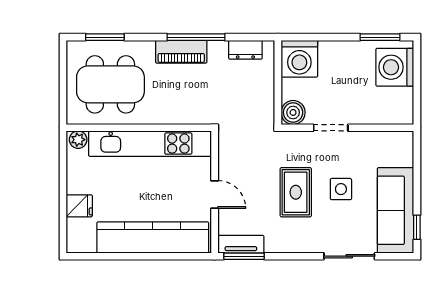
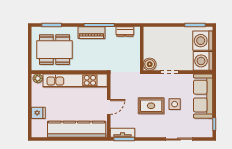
washing machine: (299, 59) -> (203, 61), moved, turned 90
rug: (296, 192) -> (151, 106), turned 90
door: (215, 195) -> (109, 107), hinge flipped
sofa: (396, 210) -> (203, 96), moved

